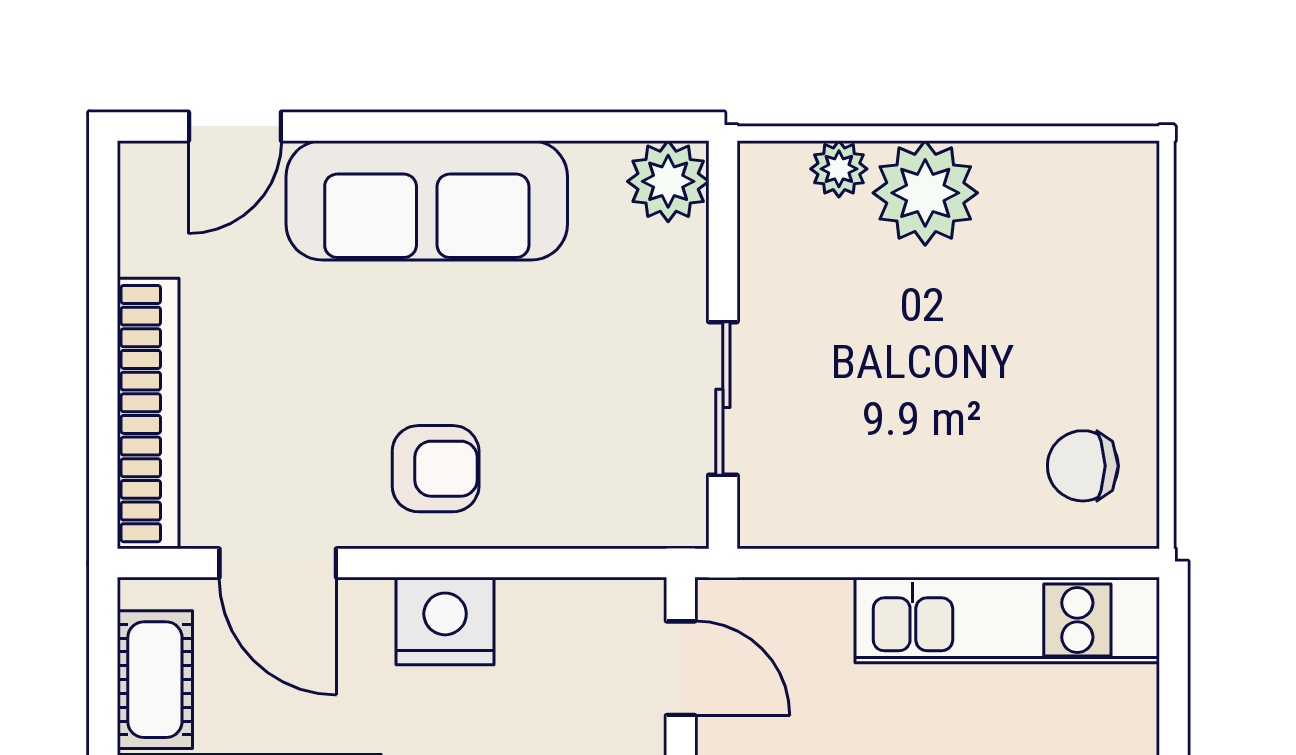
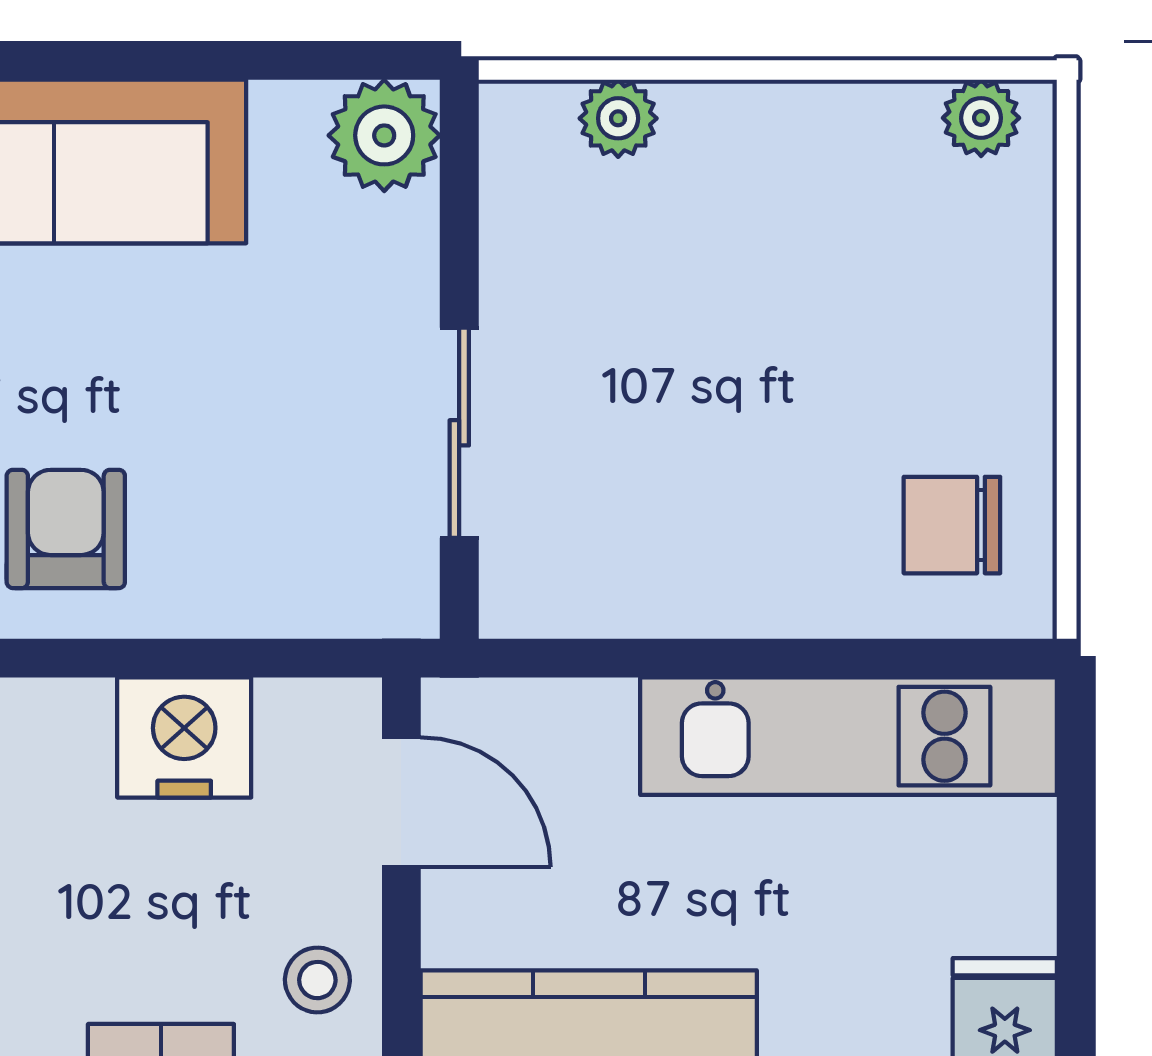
plant: (925, 193) -> (981, 118), moved, width x0.53, depth x0.53
armchair: (436, 469) -> (66, 529), turned -90
nightstand: (445, 621) -> (184, 738), moved

